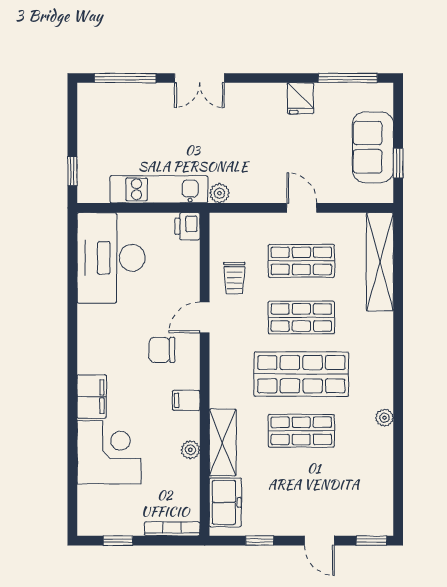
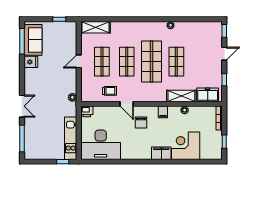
sofa: (373, 147) -> (33, 40), moved, turned -90
kitchen unit: (159, 189) -> (71, 138), moved
shelving: (380, 262) -> (96, 27), width x0.68

